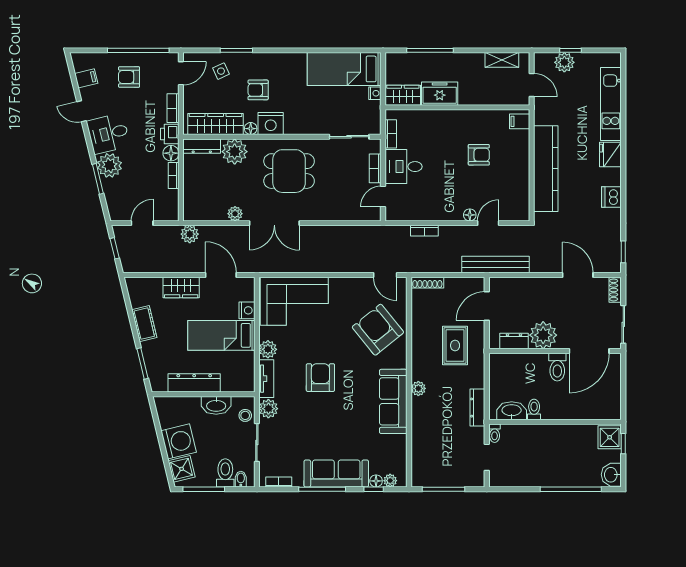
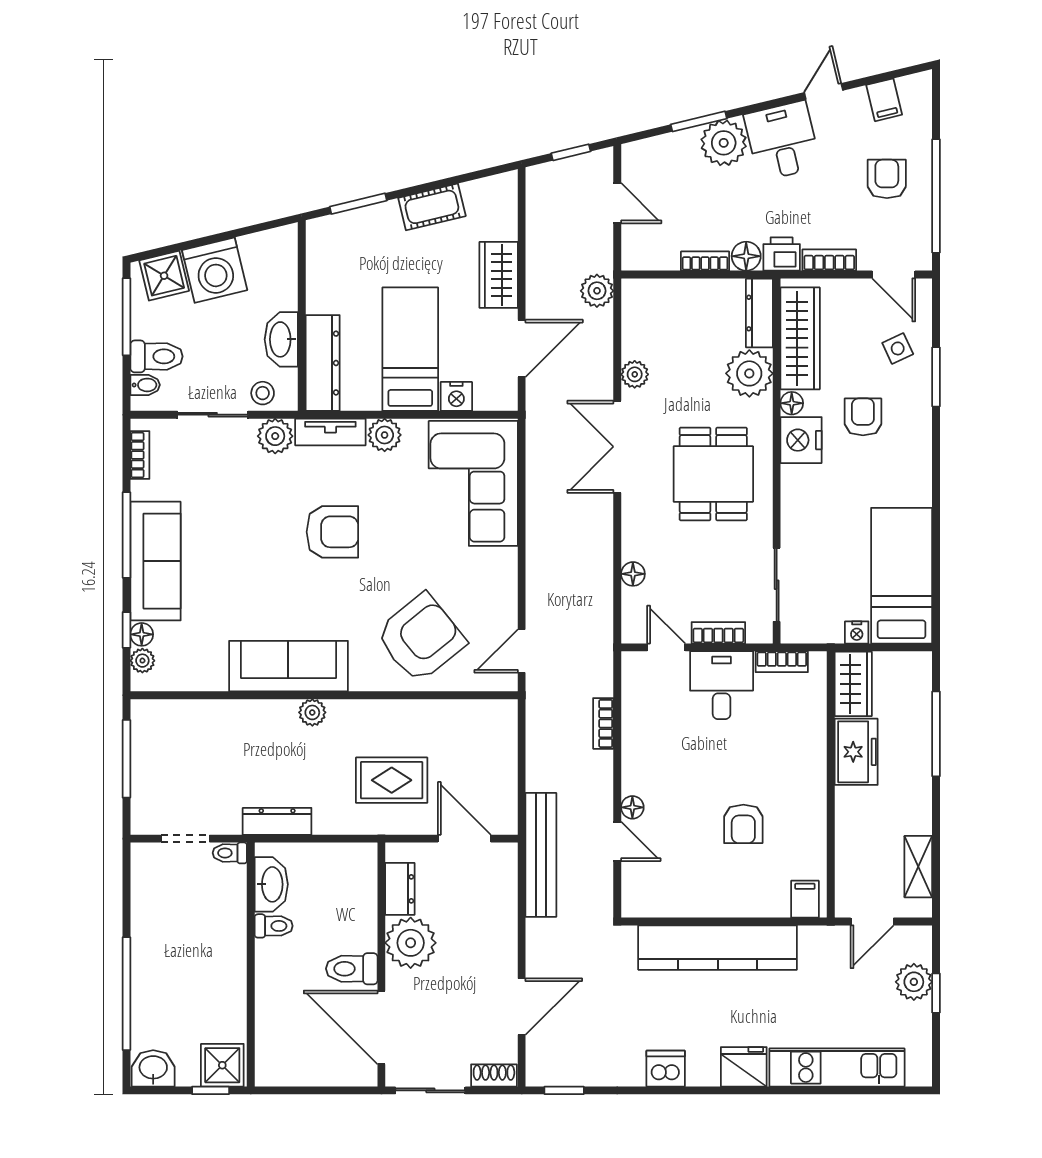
floor lamp: (343, 215) -> (633, 574), added
shoe rack: (427, 283) -> (508, 729), removed
dresser: (194, 383) -> (323, 363), moved

